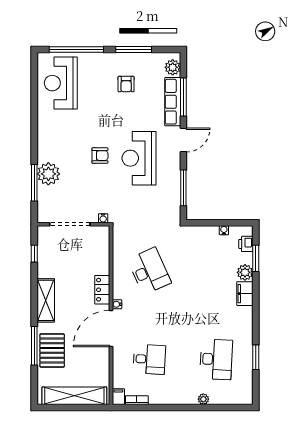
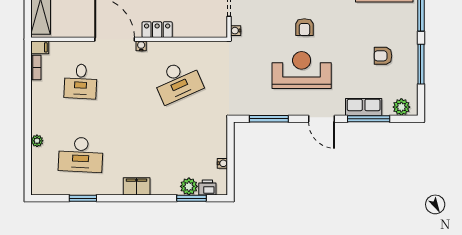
row of seats: (173, 102) -> (364, 107), width x0.68
plant: (245, 272) -> (189, 186), moved
filing cabinet: (245, 294) -> (137, 186), moved

